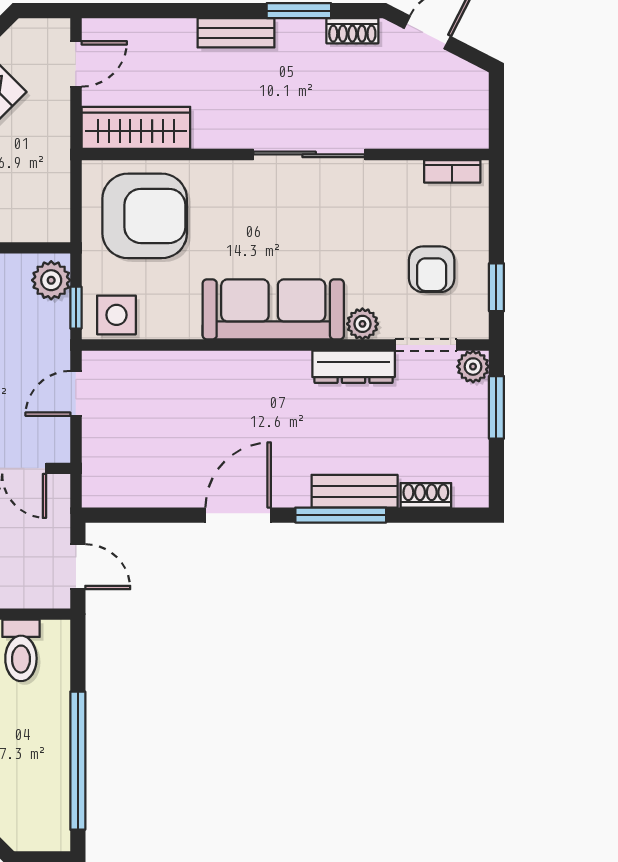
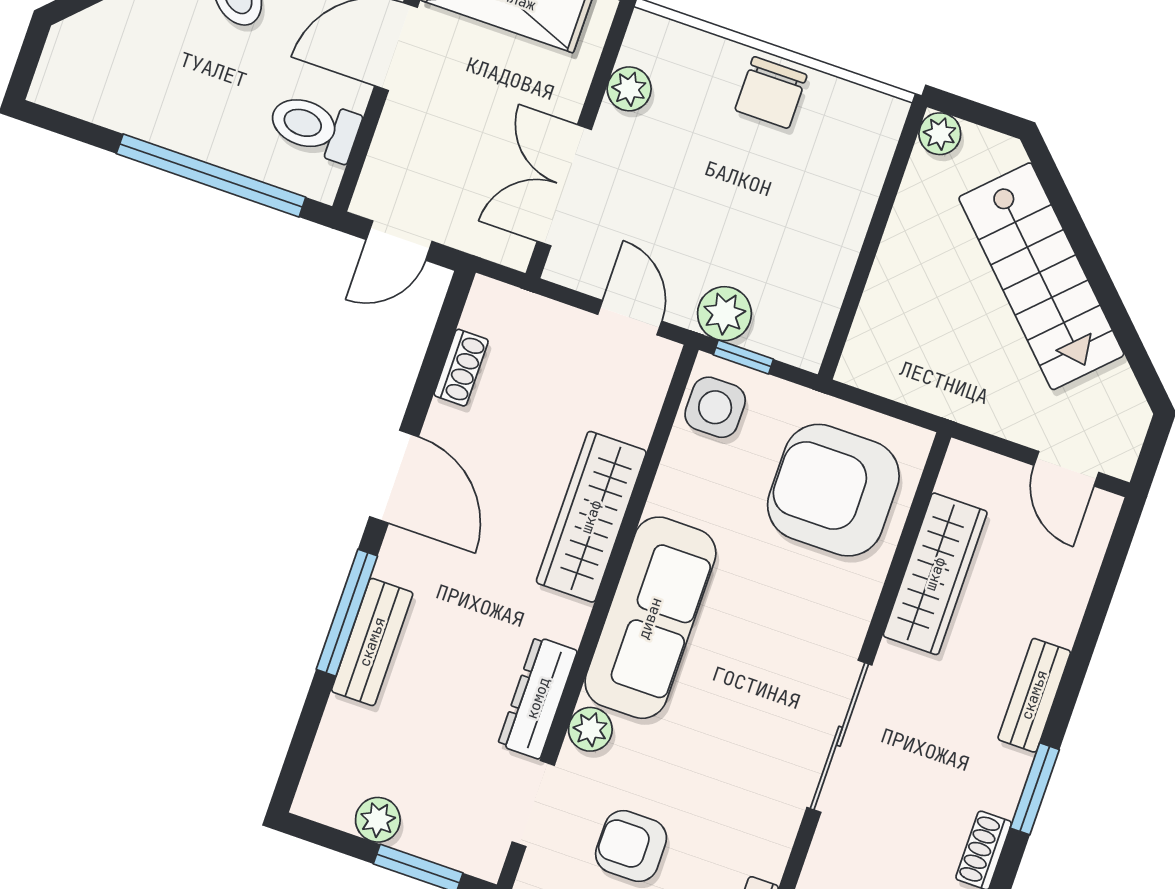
wardrobe: (136, 128) -> (935, 574), moved
armchair: (145, 216) -> (833, 490), turned 90
plant: (51, 280) -> (724, 314), moved
plant: (473, 367) -> (378, 820), moved
wardrobe: (219, 373) -> (591, 517), added
shoe rack: (426, 495) -> (461, 368), moved
window: (78, 761) -> (211, 175), moved

